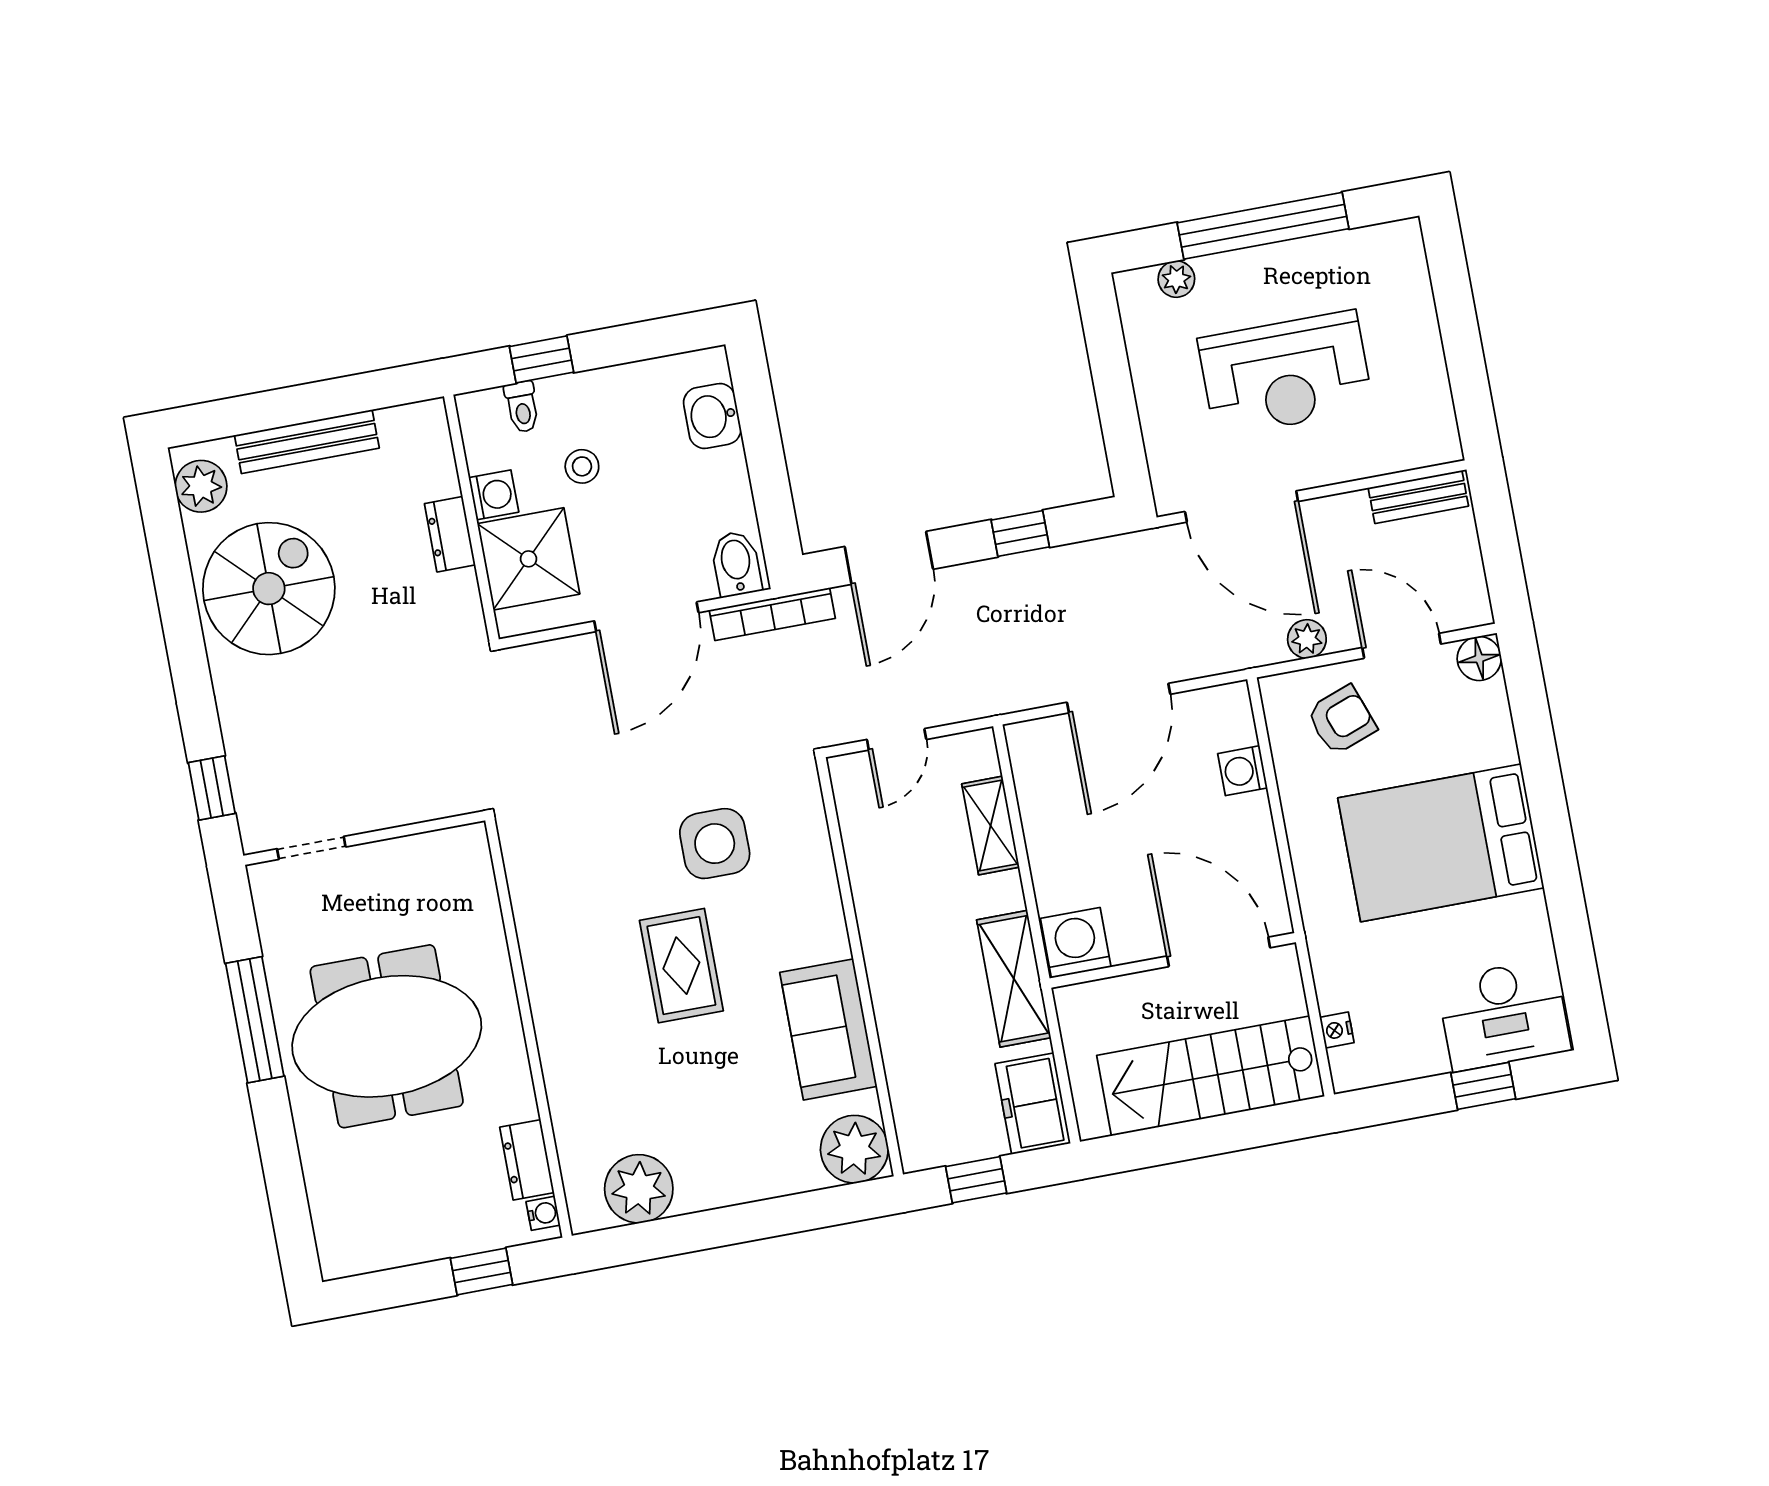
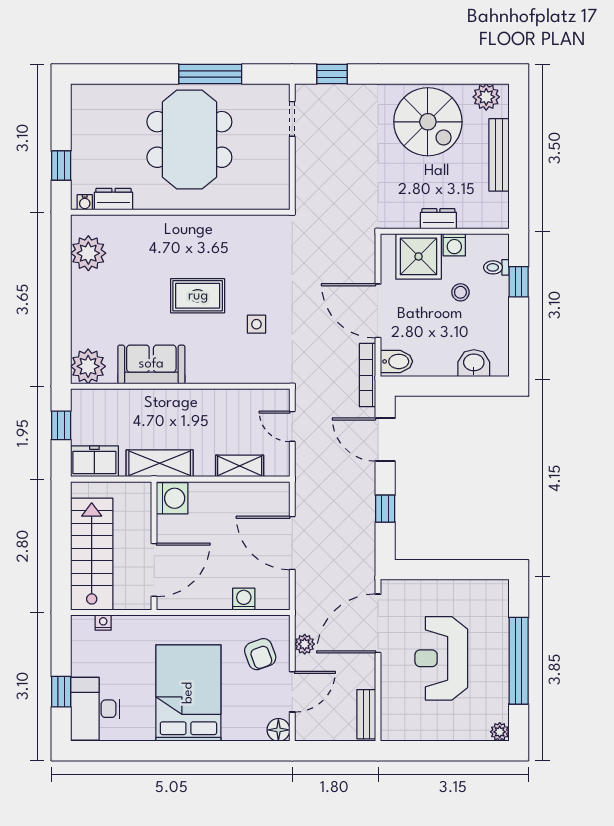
plant: (1176, 279) -> (500, 732), moved
side table: (715, 844) -> (256, 324), width x0.54, depth x0.54

